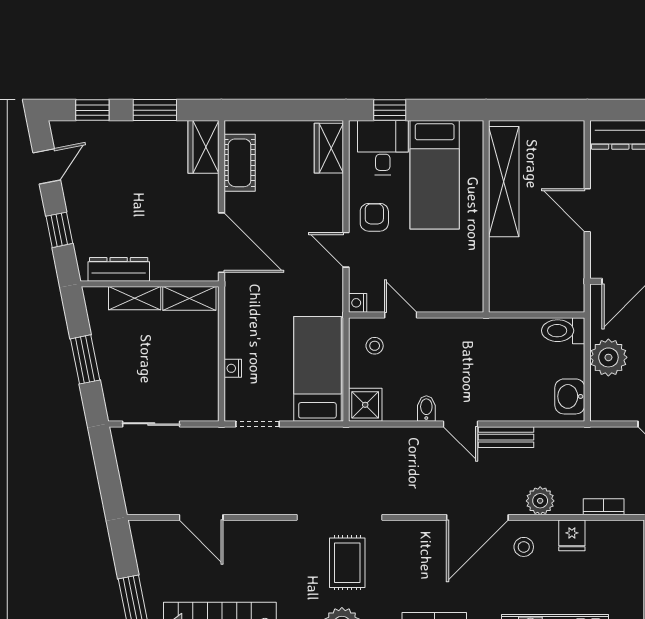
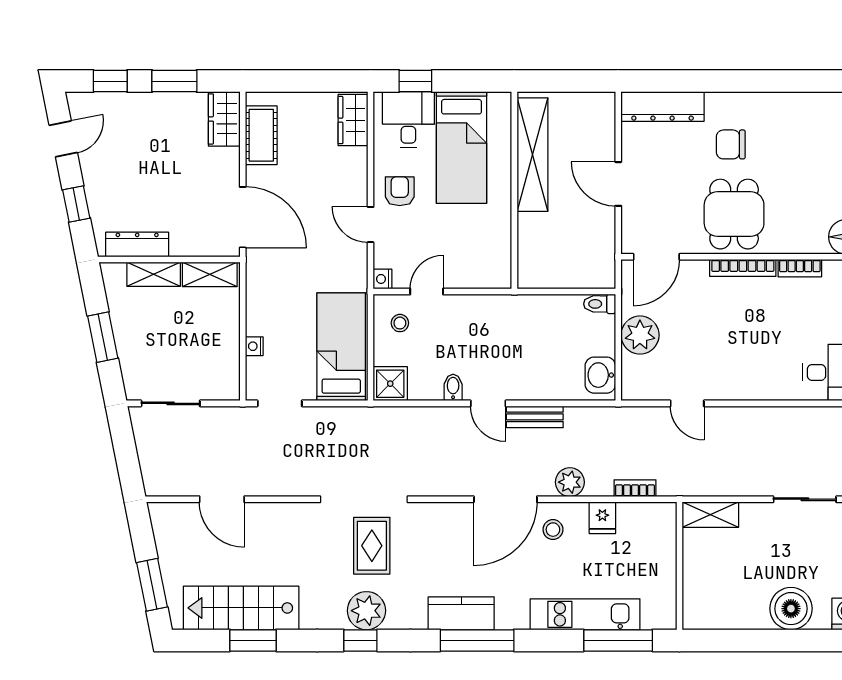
door: (401, 315) -> (427, 291), hinge flipped
toilet: (563, 331) -> (600, 304), width x0.73, depth x0.72

